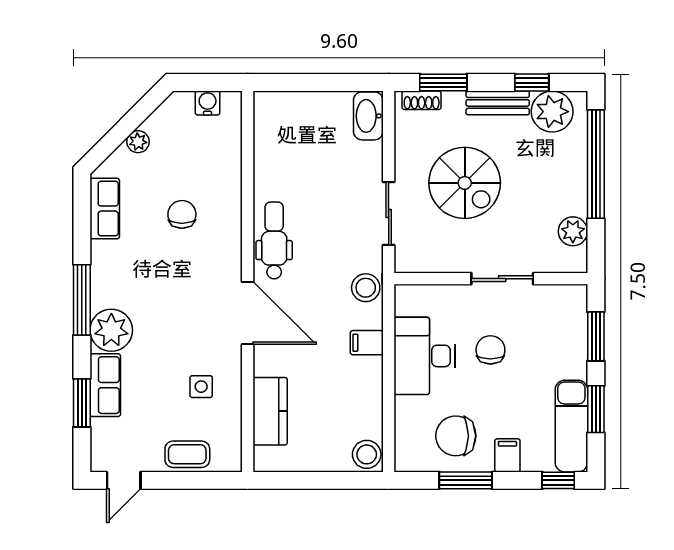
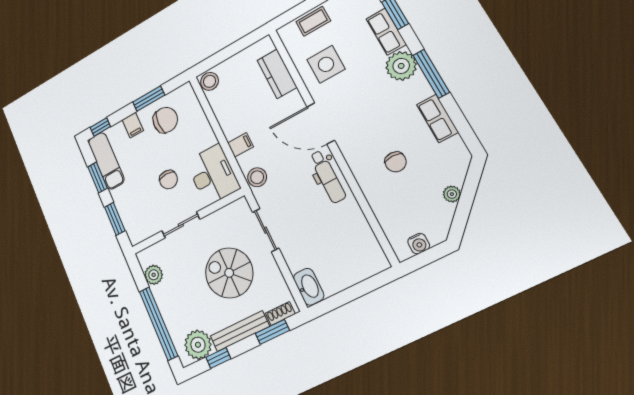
bench: (498, 103) -> (240, 331), width x1.36
row of seats: (105, 209) -> (437, 118), moved
desk: (425, 356) -> (213, 175), moved
side table: (201, 387) -> (326, 64), width x1.87, depth x1.87

